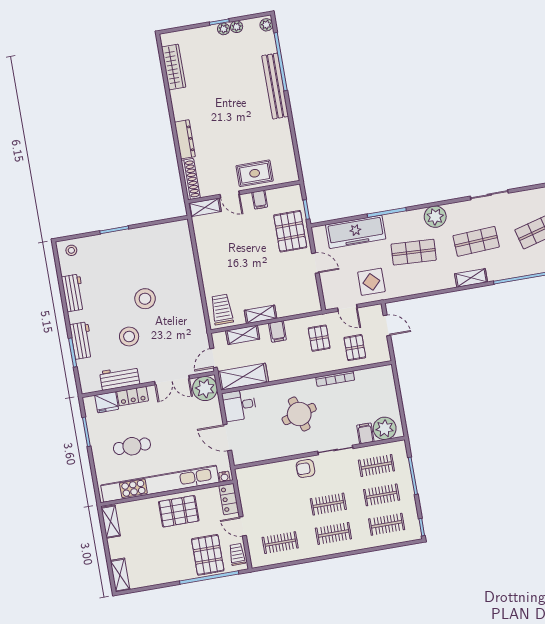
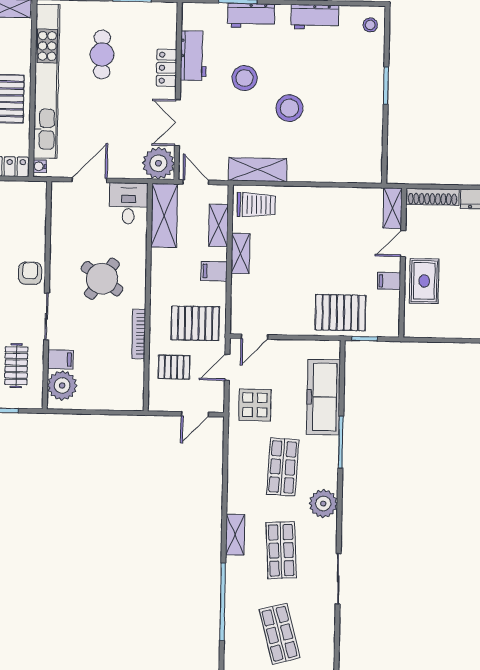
door: (315, 263) -> (254, 337), moved
shelving: (195, 314) -> (258, 170), added
pallet: (319, 338) -> (195, 323), width x1.50, depth x1.42
fridge: (107, 402) -> (165, 33), removed
round table: (299, 414) -> (102, 279), turned -38

